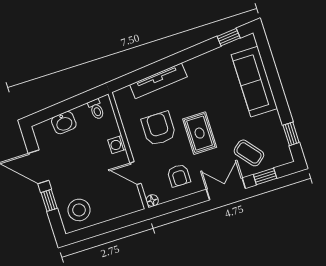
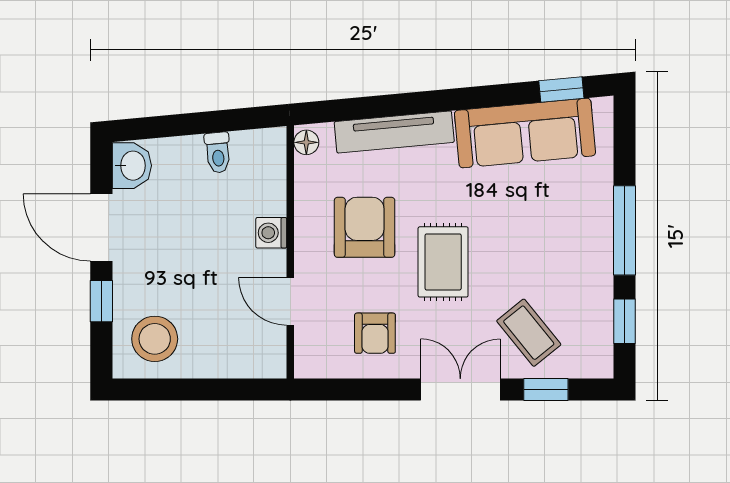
sofa: (254, 82) -> (525, 133), moved, turned -95
window: (278, 92) -> (625, 230), added
toilet: (96, 109) -> (218, 153), moved
washbasin: (64, 123) -> (132, 166), moved, turned -85
floor lamp: (152, 201) -> (306, 142), moved

